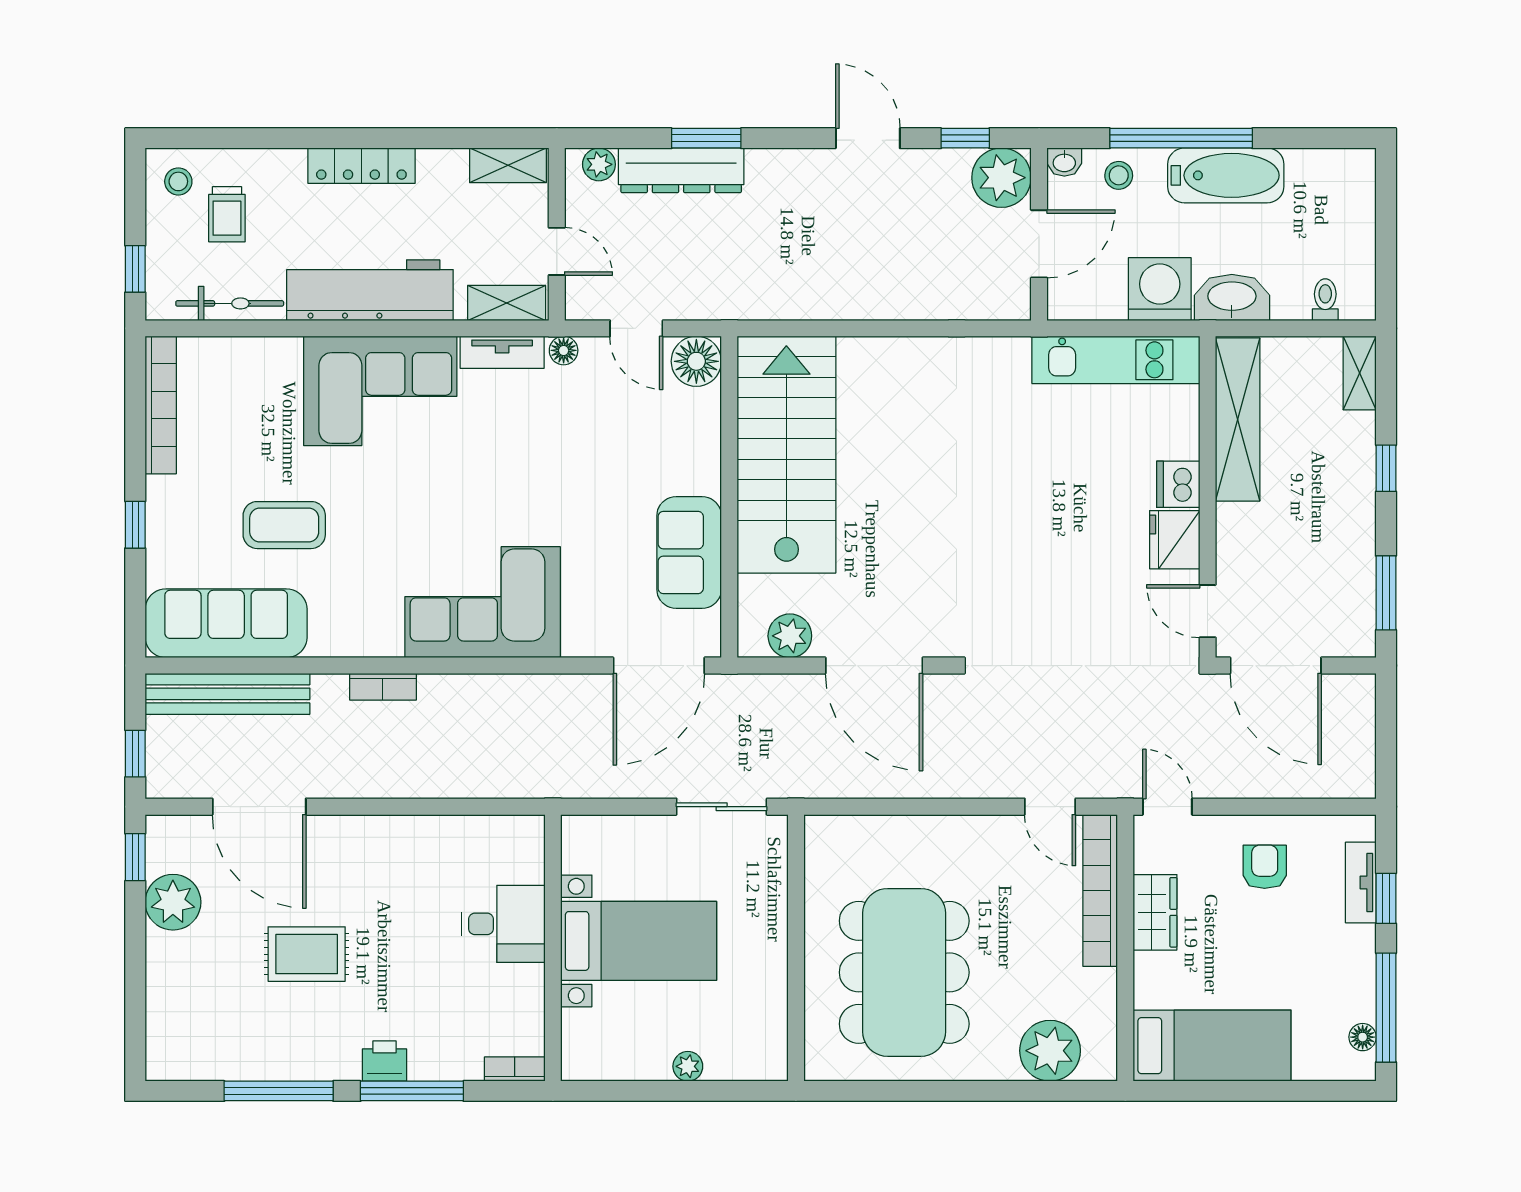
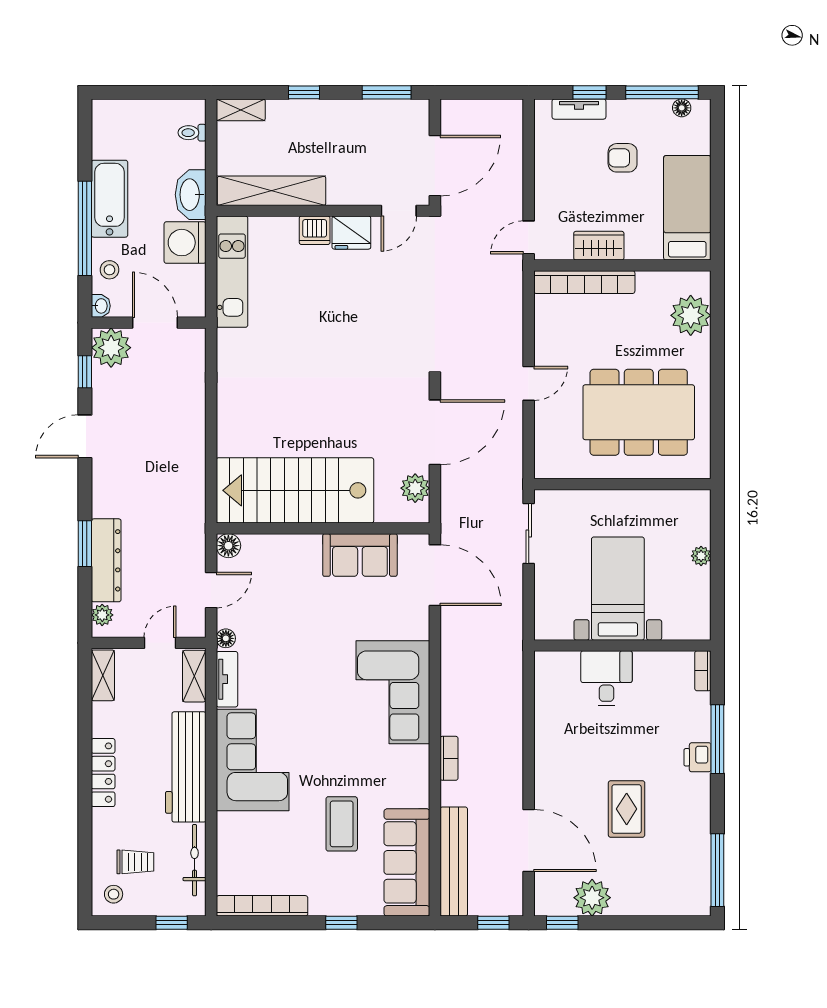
floor lamp: (696, 361) -> (228, 546), width x0.73, depth x0.73
door: (259, 807) -> (529, 840), hinge flipped
door: (1050, 807) -> (529, 383), moved
armchair: (1265, 867) -> (623, 158), moved
window: (279, 1091) -> (717, 870), moved

